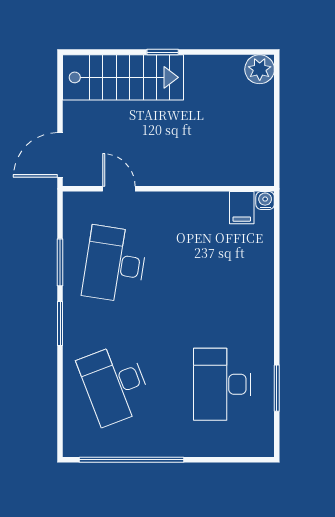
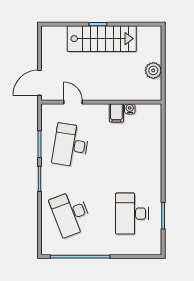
plant: (260, 69) -> (153, 70), moved
stairs: (123, 77) -> (102, 39), moved
water cooler: (265, 201) -> (130, 109), moved
filing cabinet: (242, 208) -> (116, 113), moved

